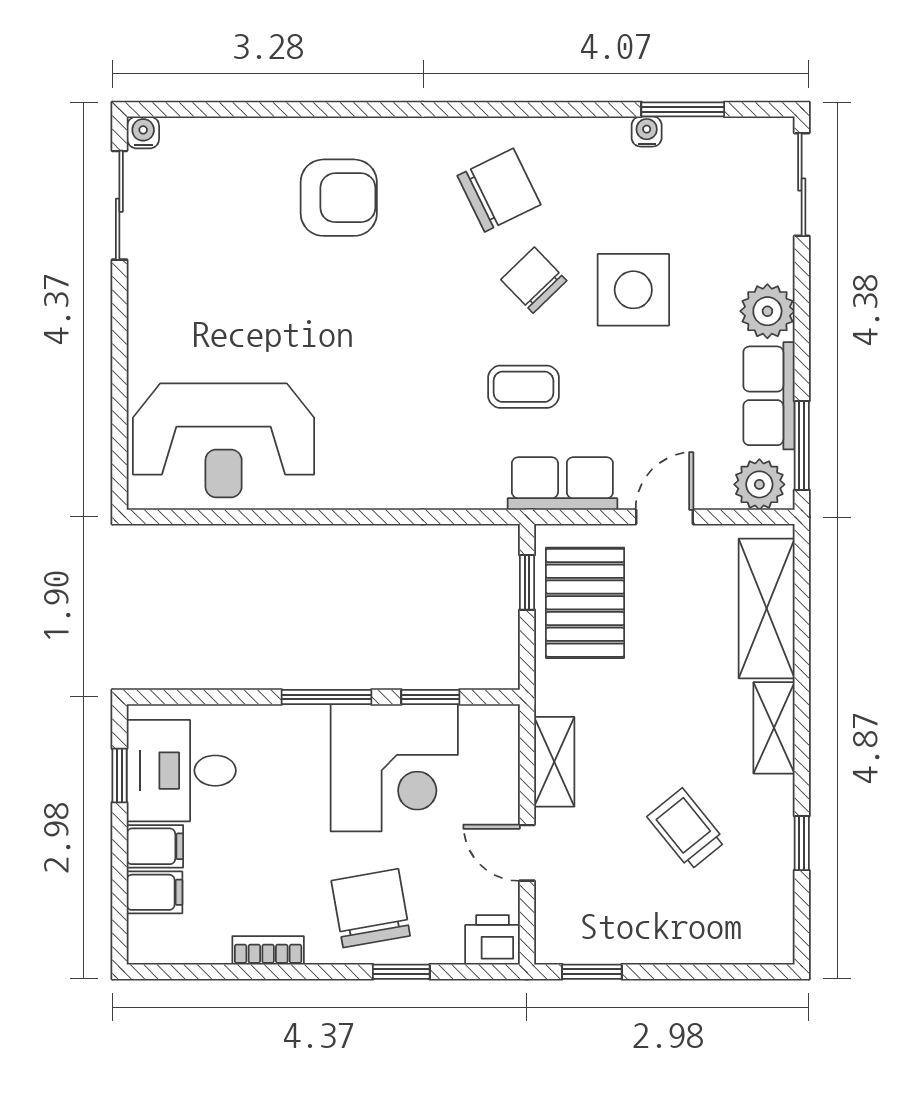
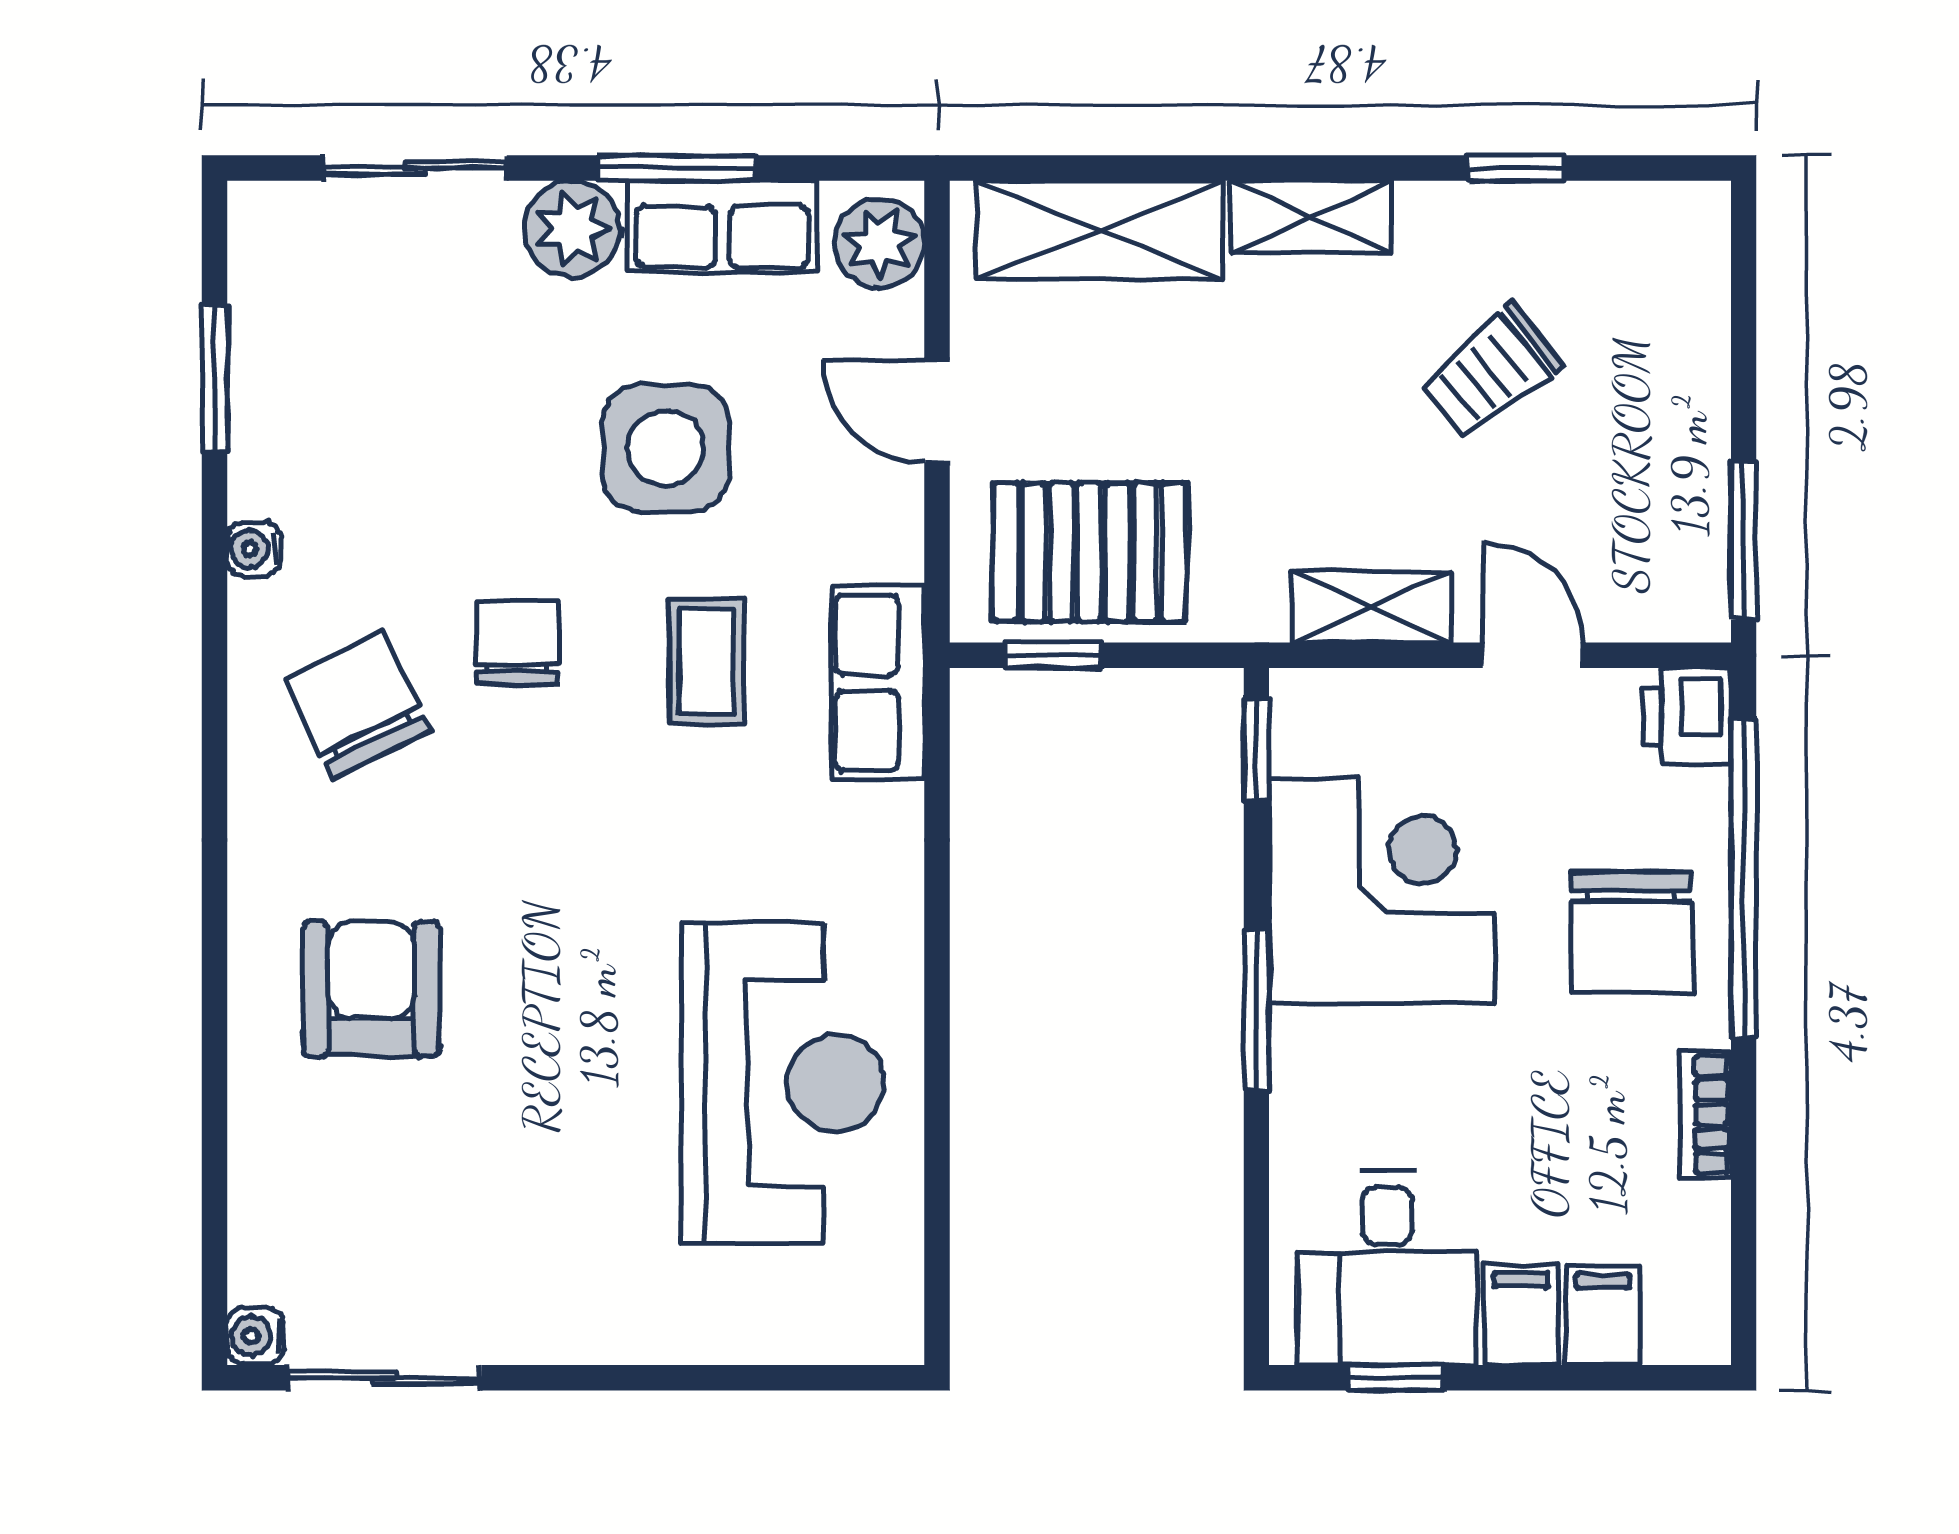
water cooler: (647, 132) -> (254, 549), moved
sliding door: (802, 185) -> (415, 168), moved
chair: (534, 280) -> (517, 643), turned 134
side table: (633, 290) -> (666, 448), moved
reception desk: (224, 440) -> (783, 1083), moved
window: (802, 446) -> (677, 168), moved
row of seats: (562, 483) -> (878, 682), moved
window: (430, 697) -> (1256, 750), moved
door: (527, 853) -> (1533, 655), swing flipped
chair: (371, 908) -> (1631, 932), turned -80
window: (401, 972) -> (1744, 878), width x3.17
window: (592, 972) -> (1744, 540), width x1.50

